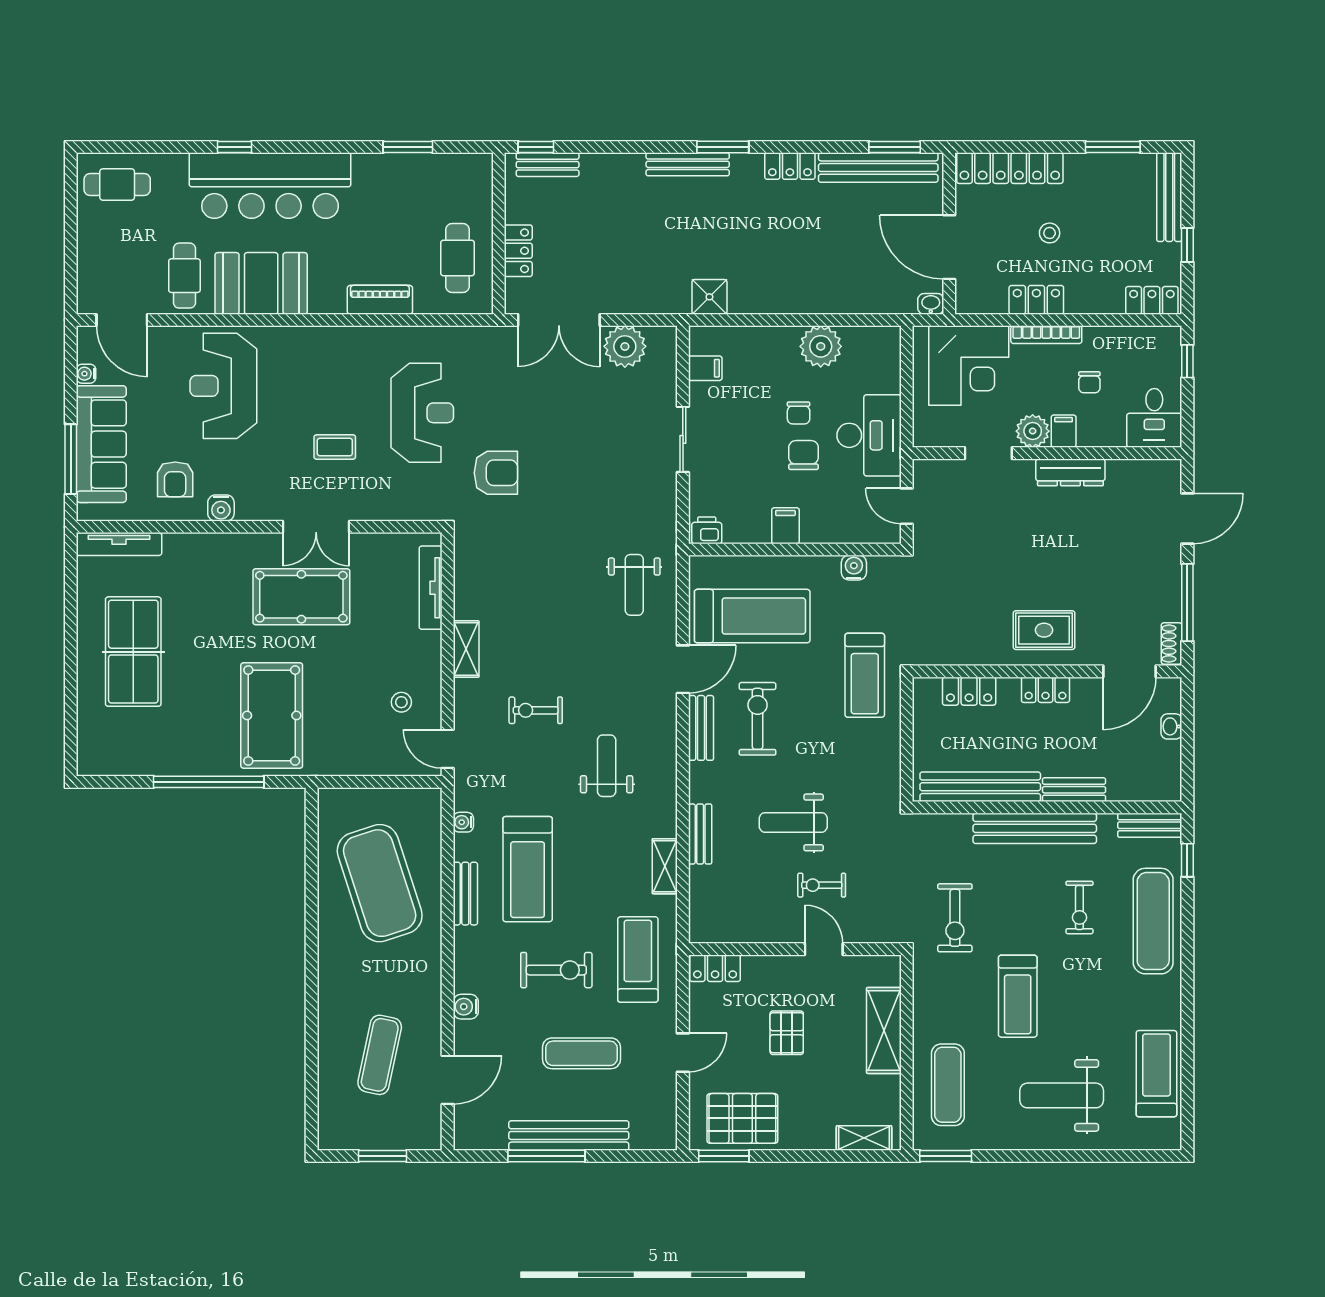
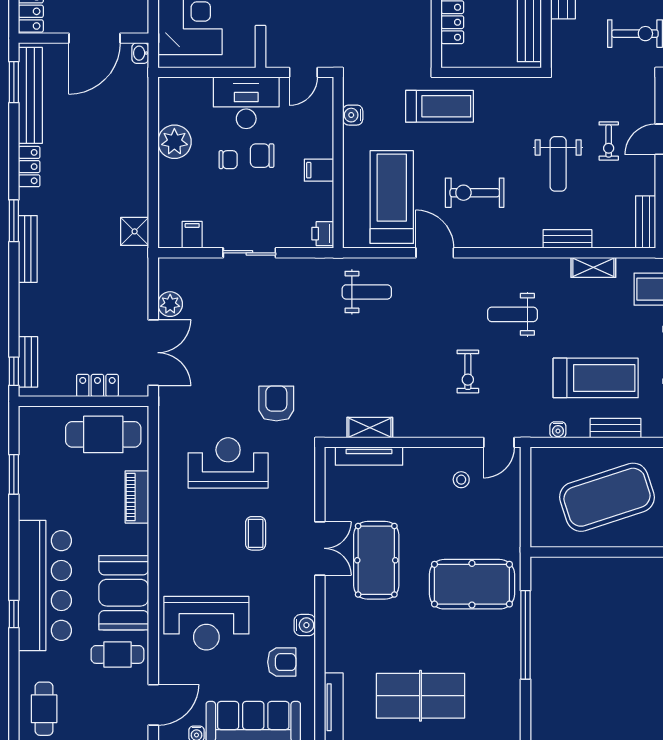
cafe table: (458, 258) -> (103, 434), width x1.37, depth x1.35
plant: (625, 346) -> (170, 304), width x0.73, depth x0.73
shelving: (466, 649) -> (370, 428), moved
bench: (701, 728) -> (646, 222), moved, turned 90

